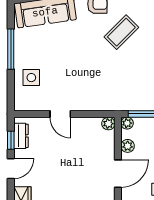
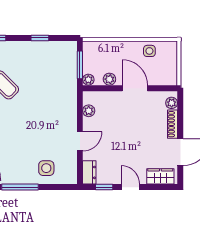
plant: (108, 124) -> (89, 111), moved
dresser: (21, 136) -> (89, 172), moved, turned 90

